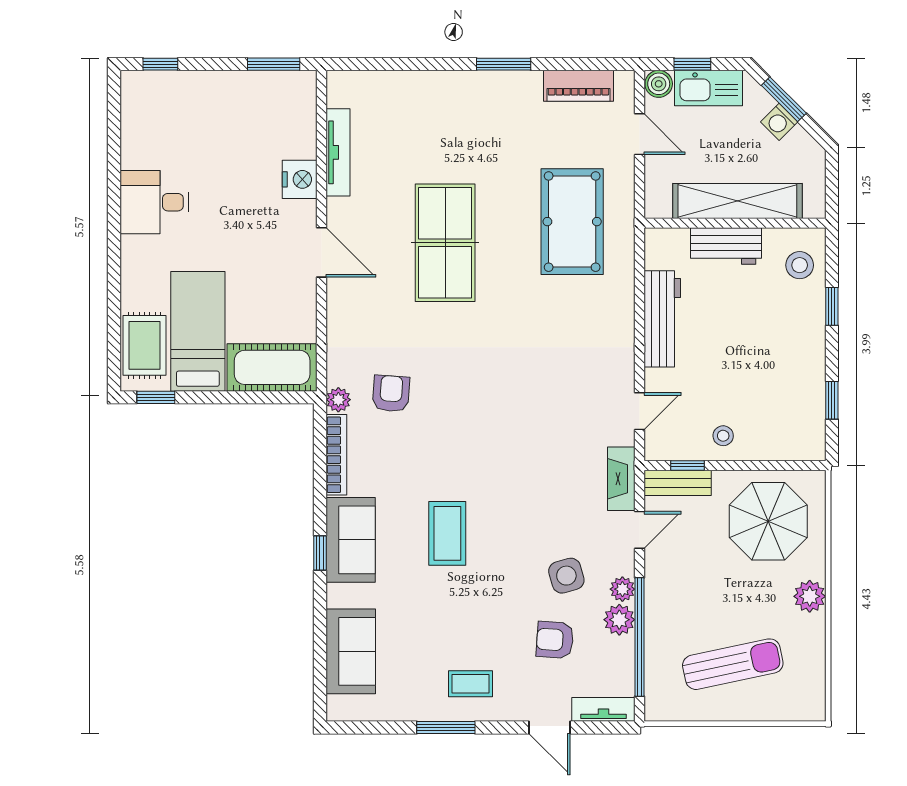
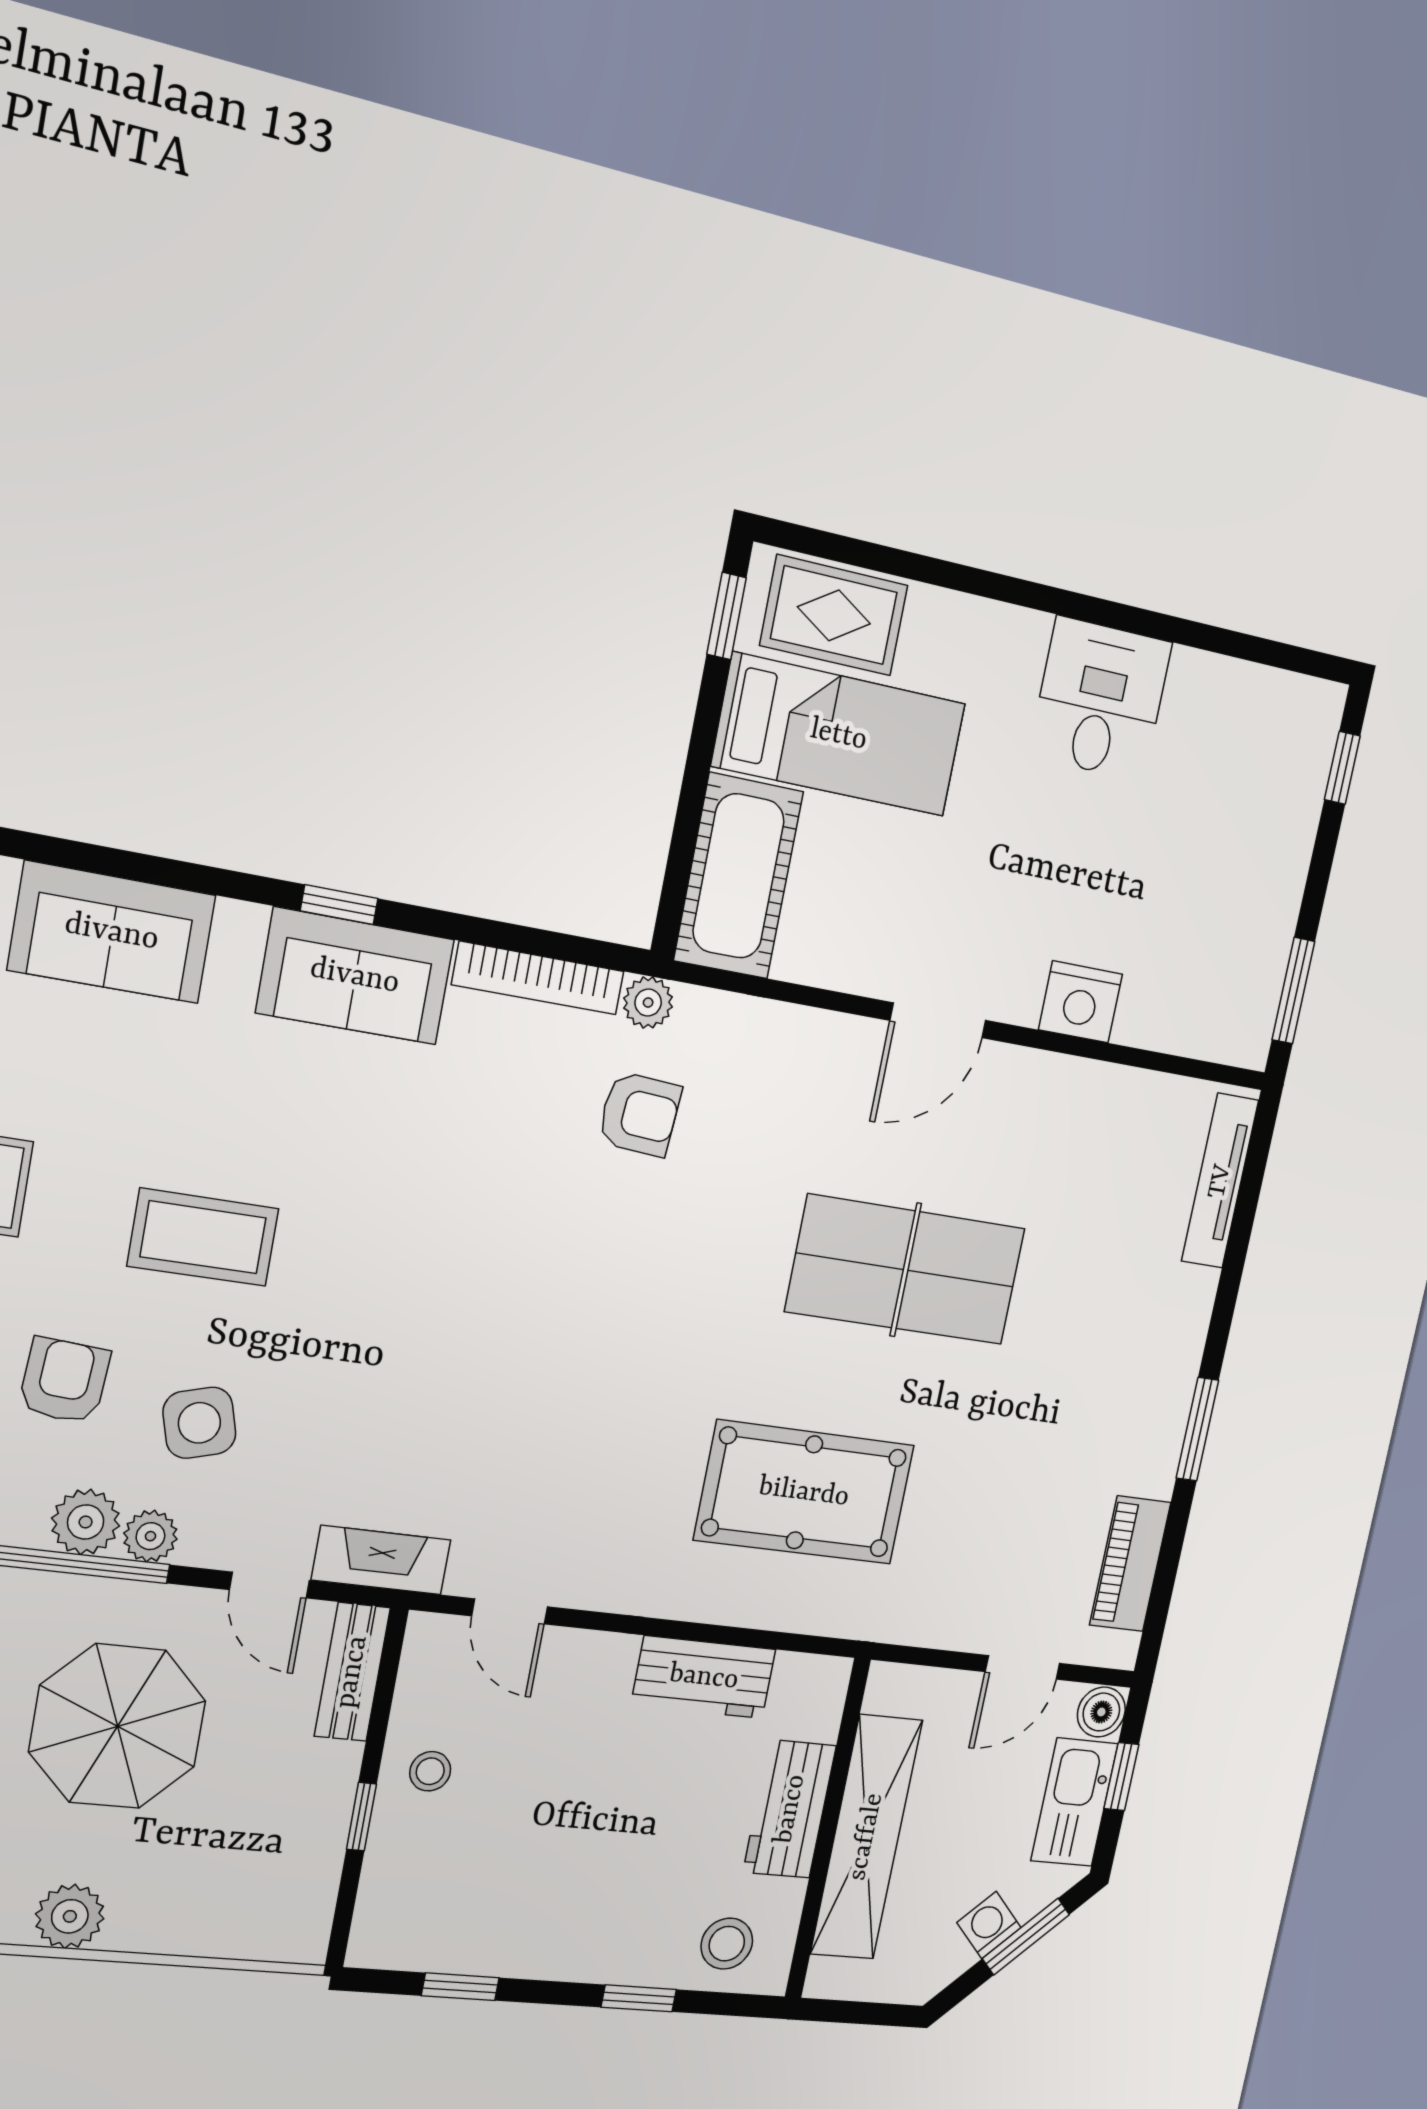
tv unit: (338, 152) -> (1220, 1181), moved, turned 90
pool table: (572, 222) -> (804, 1492), moved
workbench: (662, 319) -> (704, 1677), width x0.73
window: (688, 465) -> (361, 1817), moved
parasol: (768, 521) -> (117, 1726), moved
coffee table: (447, 533) -> (203, 1237), moved

